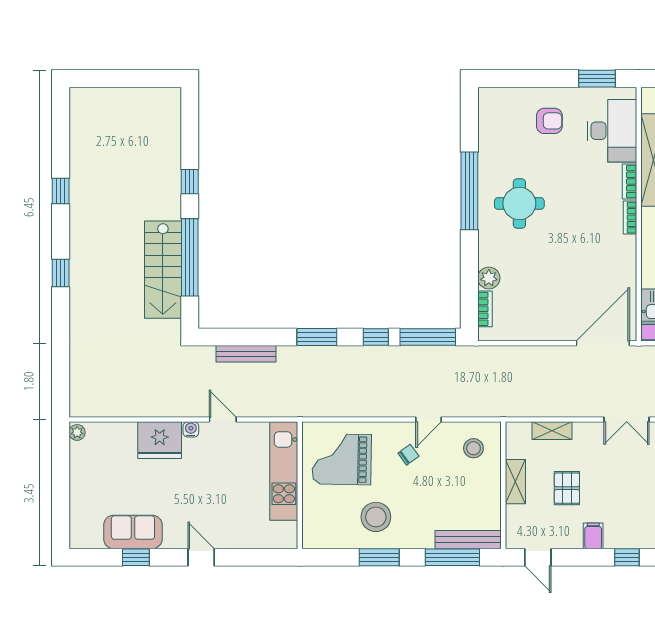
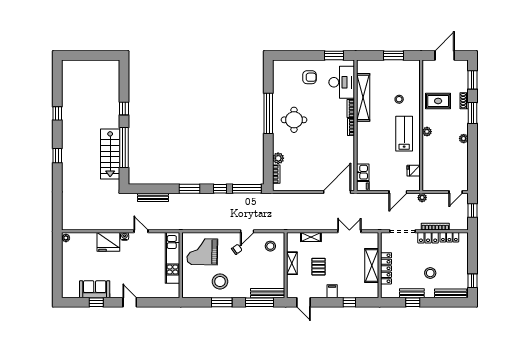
double door: (627, 420) -> (349, 231), swing flipped

